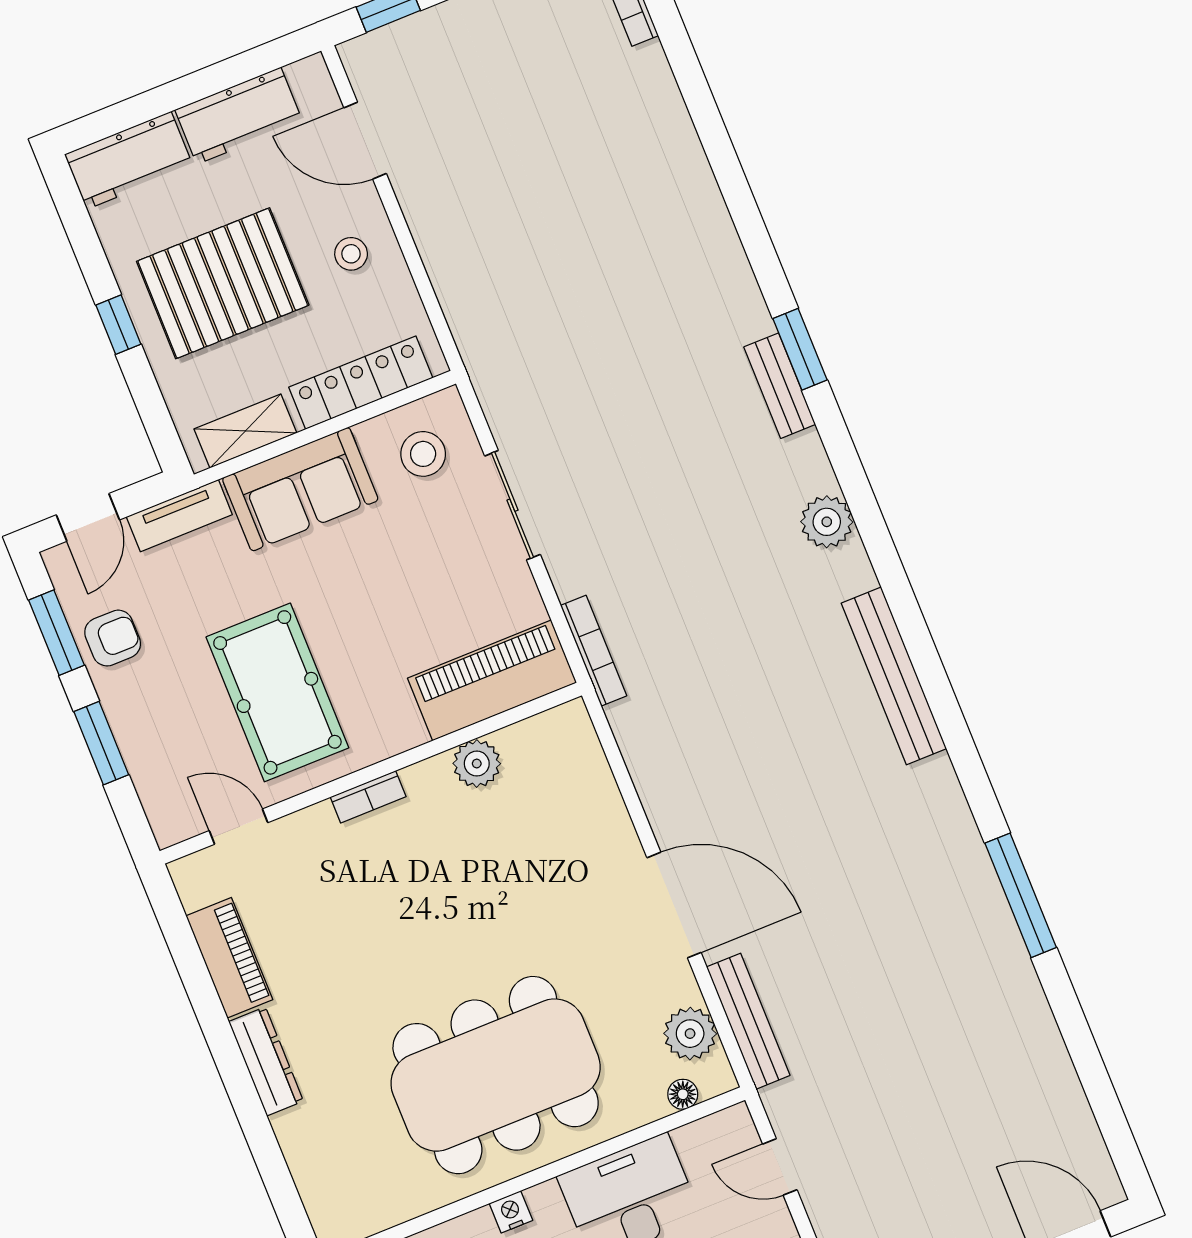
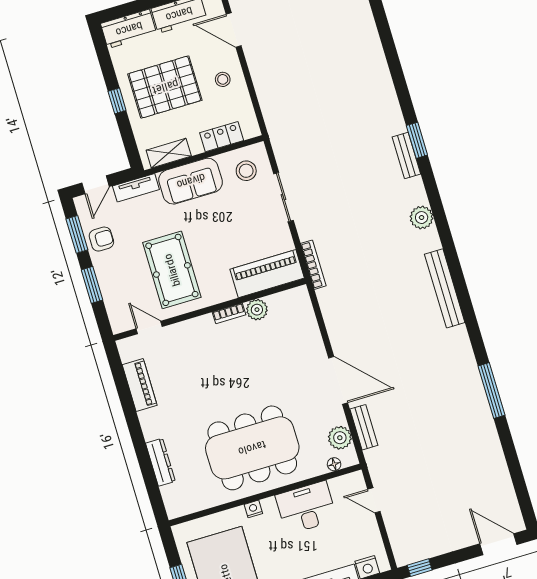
locker: (361, 383) -> (222, 137), width x0.66
bookcase: (368, 797) -> (229, 313), moved
bench: (748, 1021) -> (364, 427), width x0.73
dresser: (266, 1061) -> (160, 462), moved

